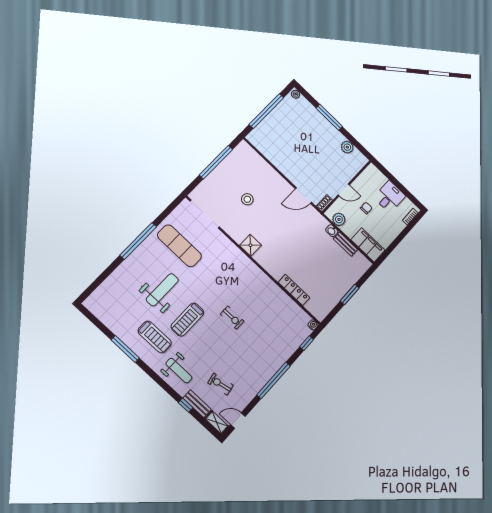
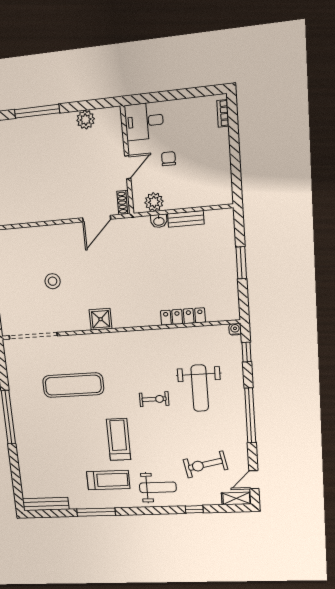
desk: (390, 197) -> (144, 121), moved, turned -90
filing cabinet: (368, 245) -> (209, 194), removed
exercise mat: (179, 246) -> (73, 385), moved
weight bench: (162, 290) -> (200, 388), moved, turned 180
treadmill: (187, 320) -> (119, 439), turned 180
exercise bike: (220, 384) -> (205, 464), width x1.38, depth x1.39
bench: (197, 404) -> (46, 504), moved, width x1.36

